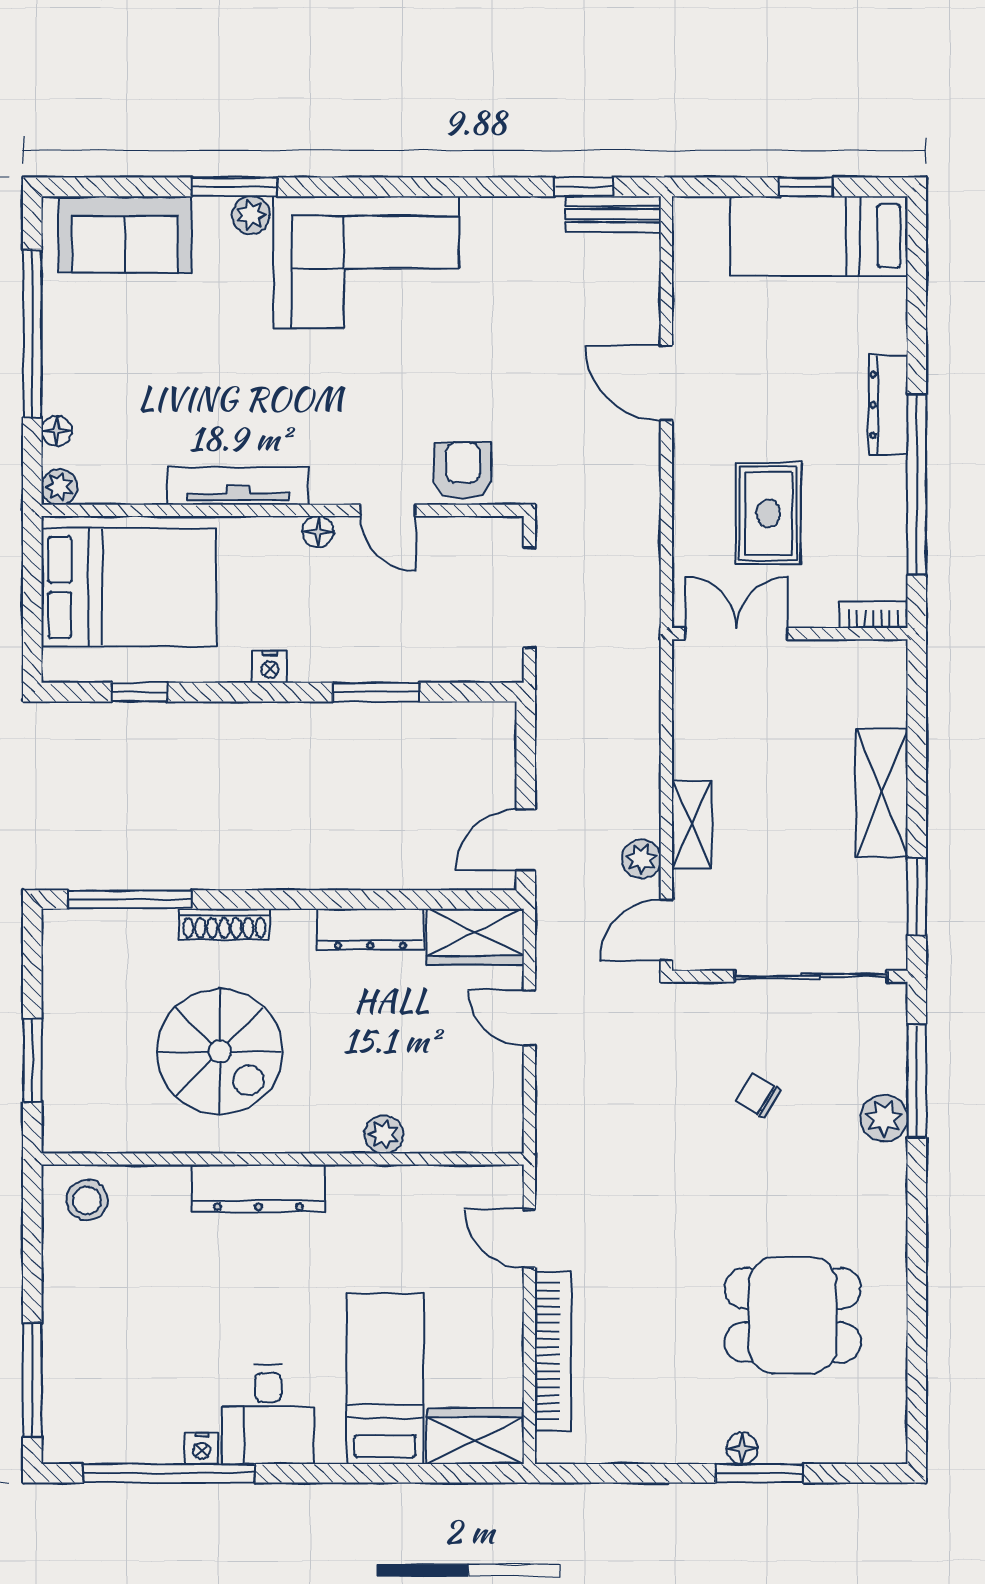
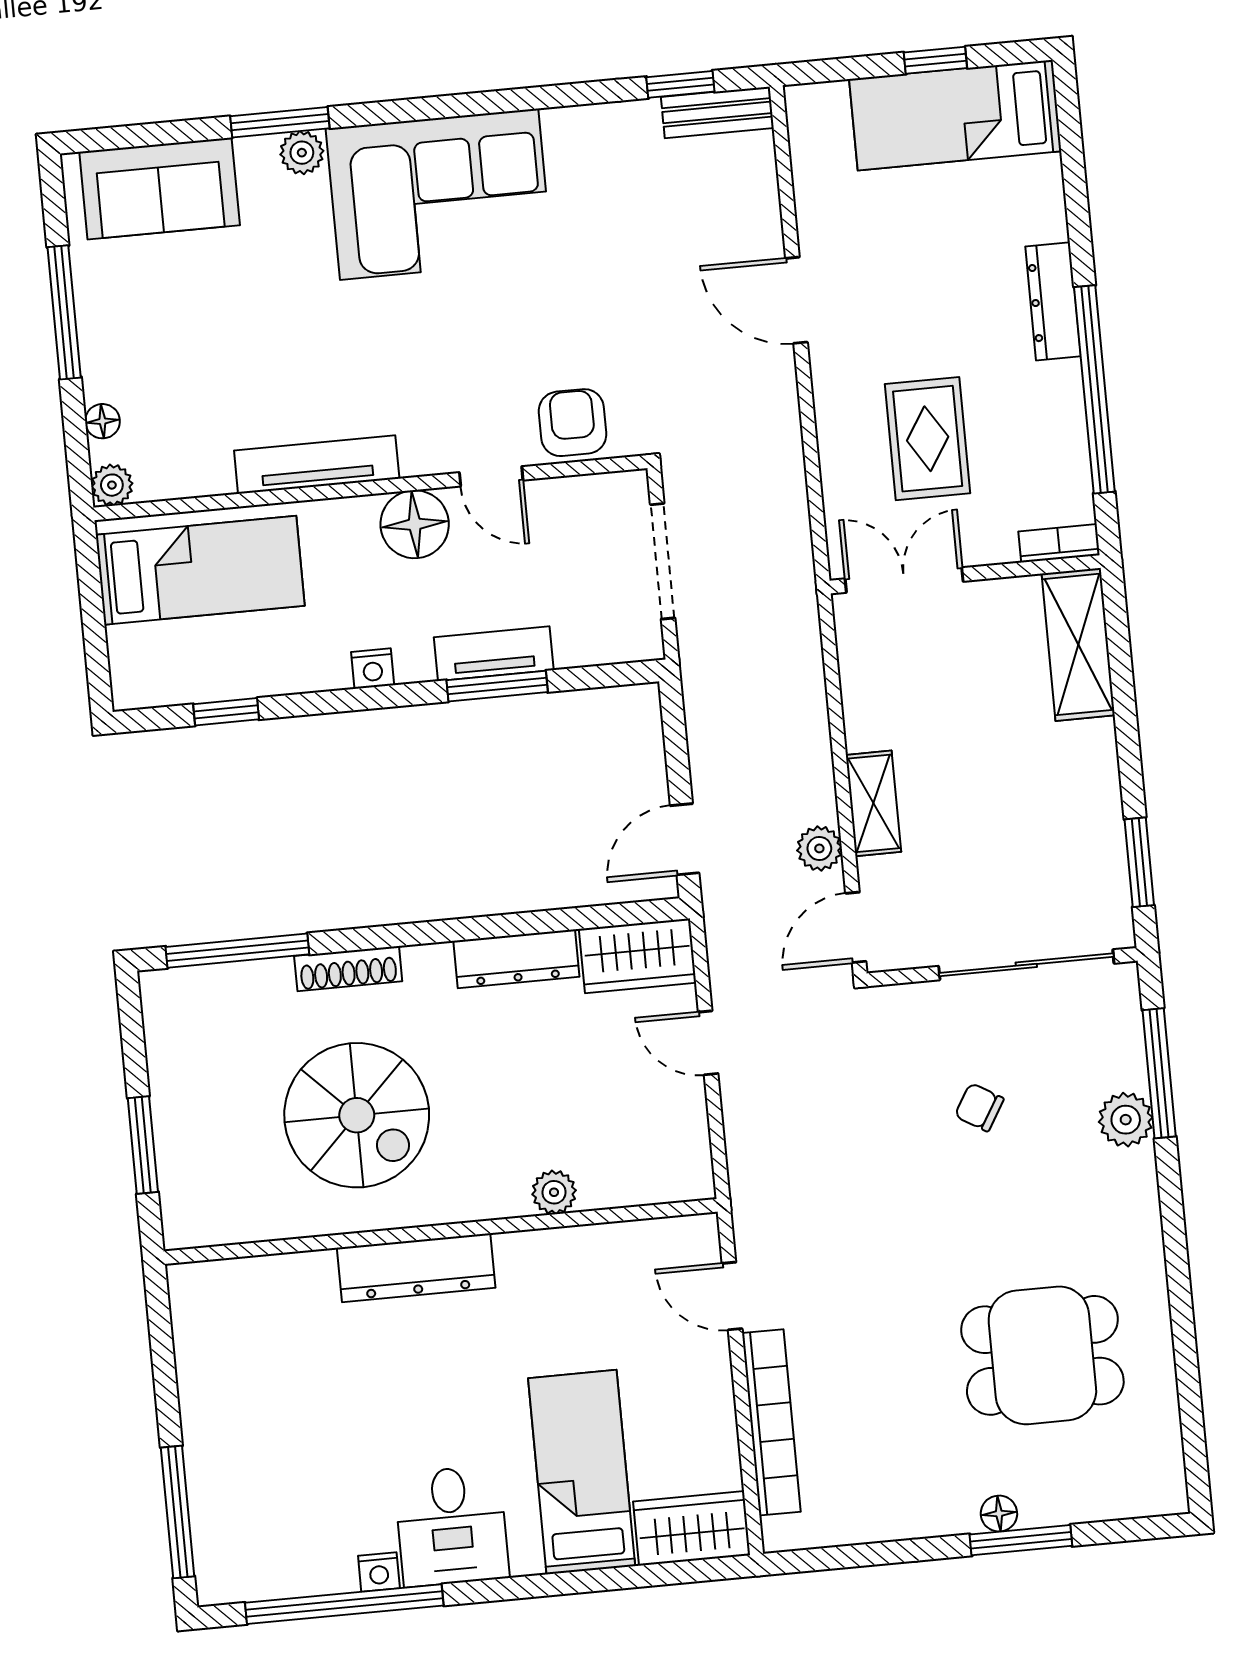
window: (32, 334) -> (64, 312), width x0.68
floor lamp: (318, 531) -> (415, 524), width x1.89, depth x1.89
bed: (129, 587) -> (200, 570), width x0.67
tv unit: (376, 664) -> (494, 654), added
shelving: (882, 793) -> (1078, 644), moved
stool: (87, 1200) -> (221, 1300), removed

